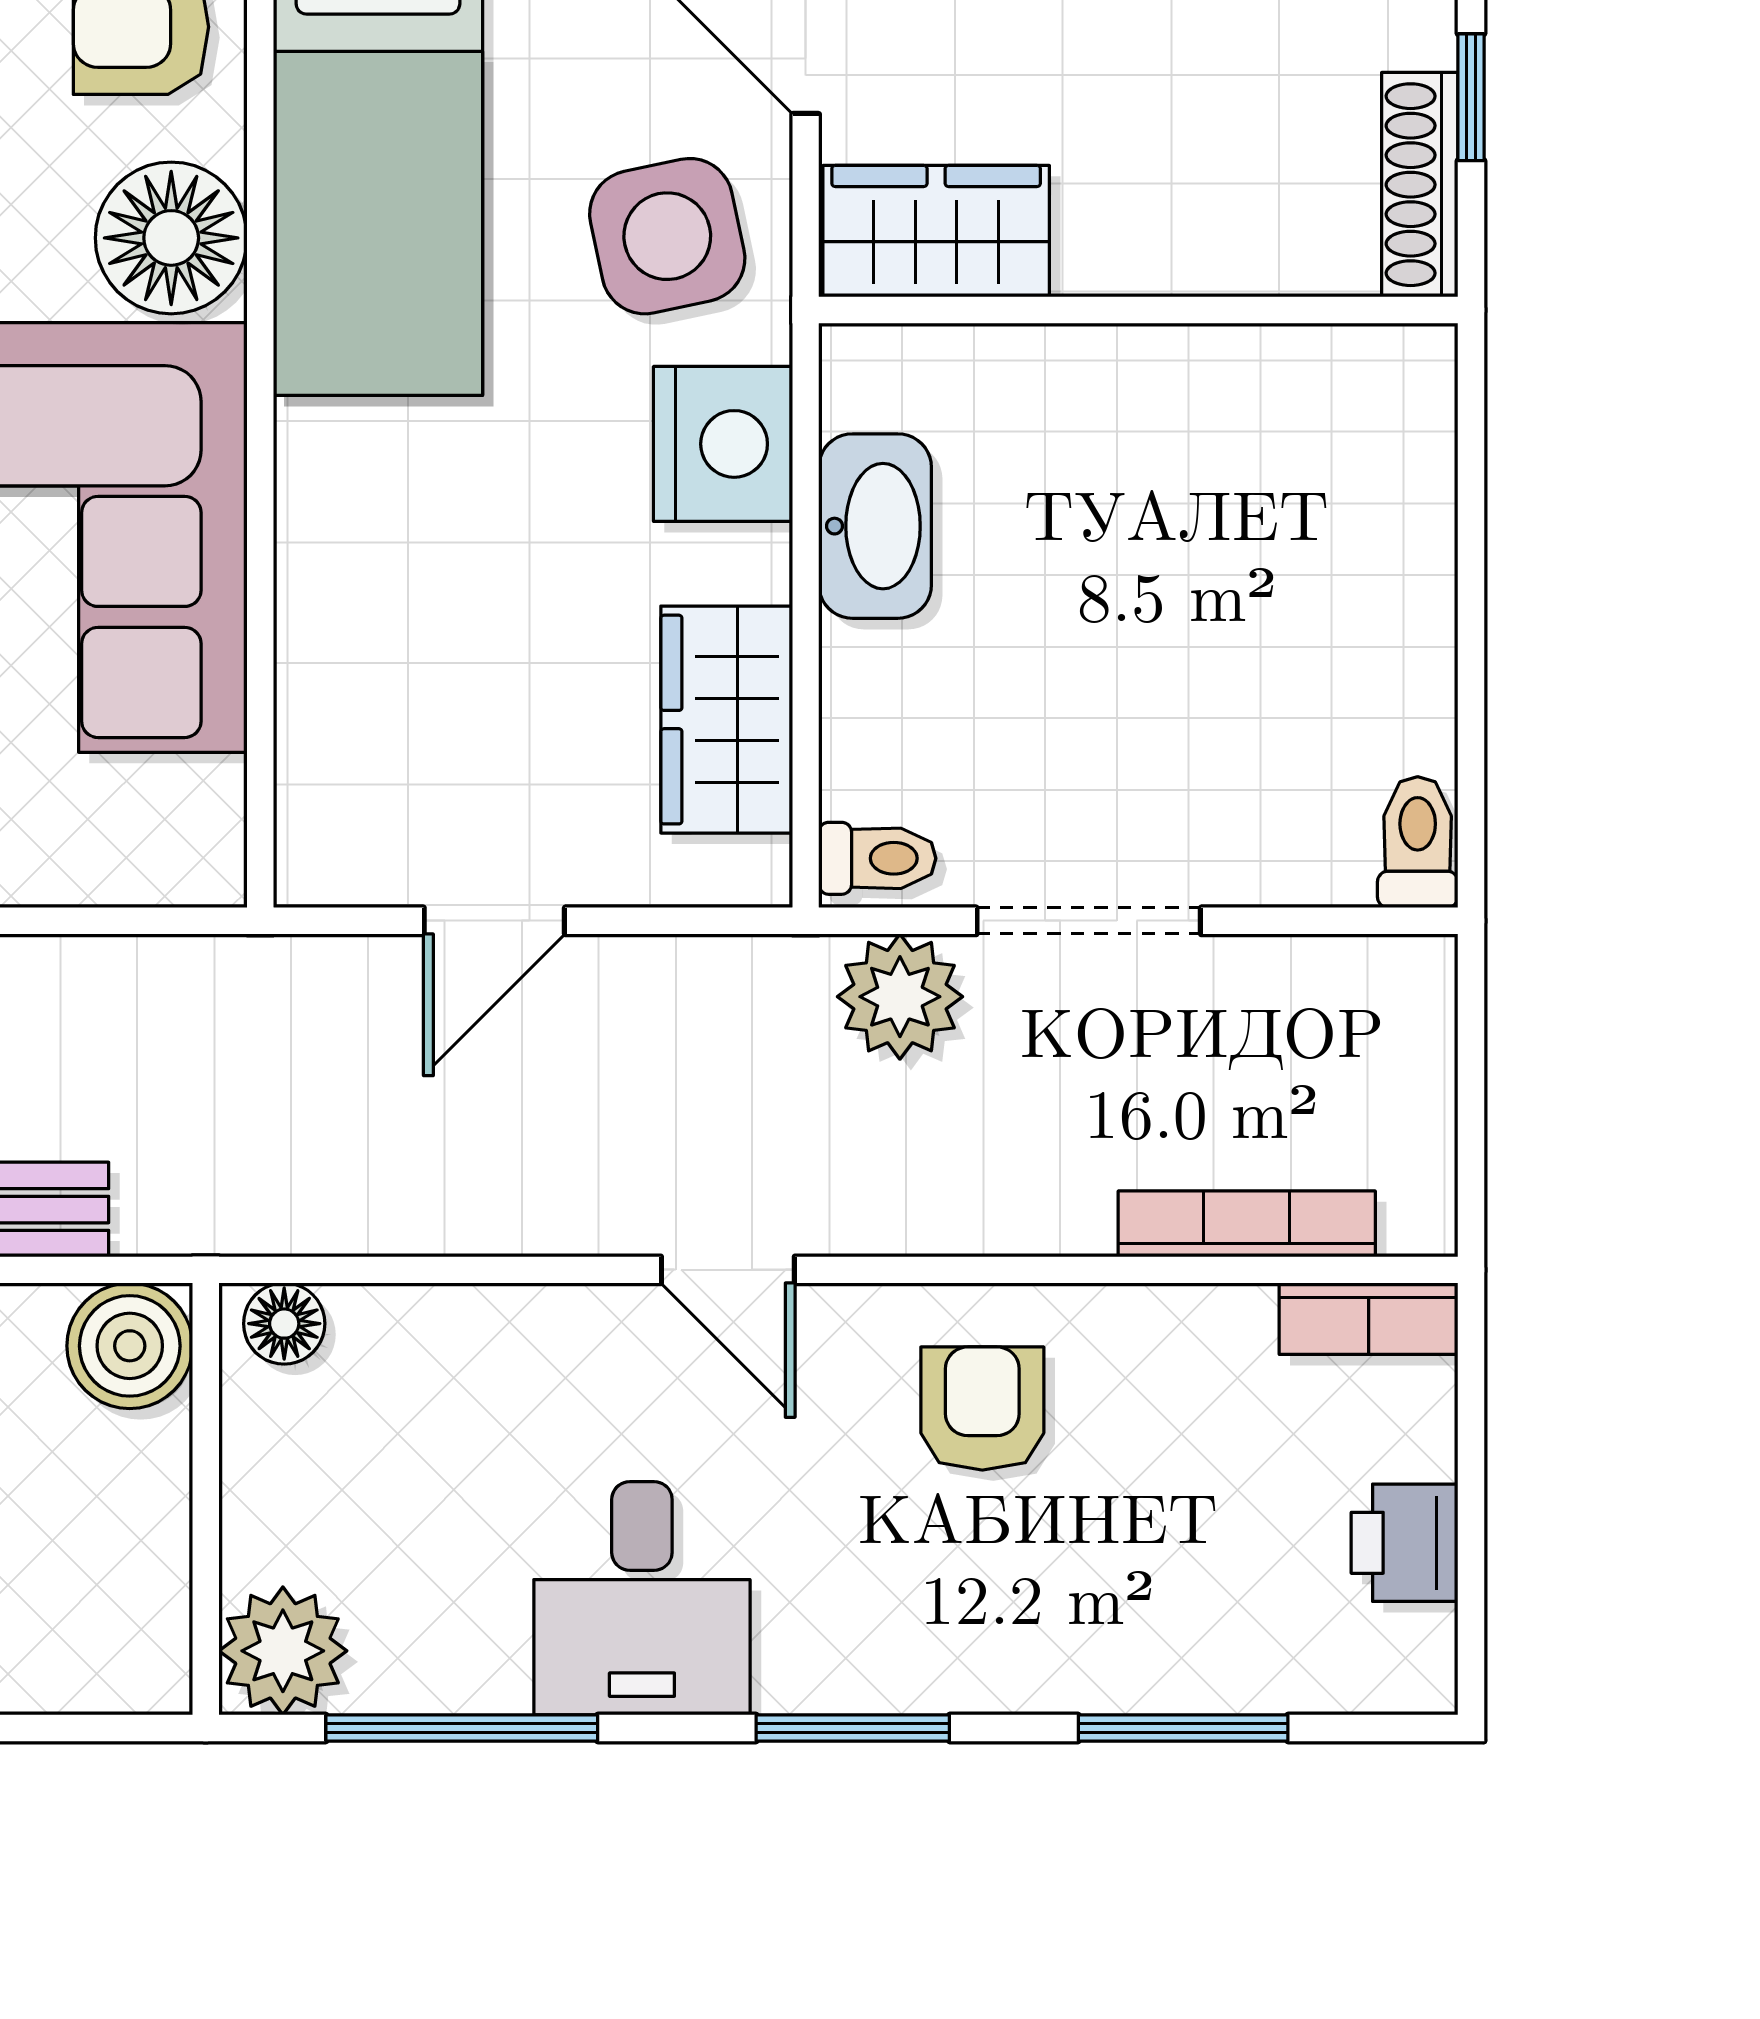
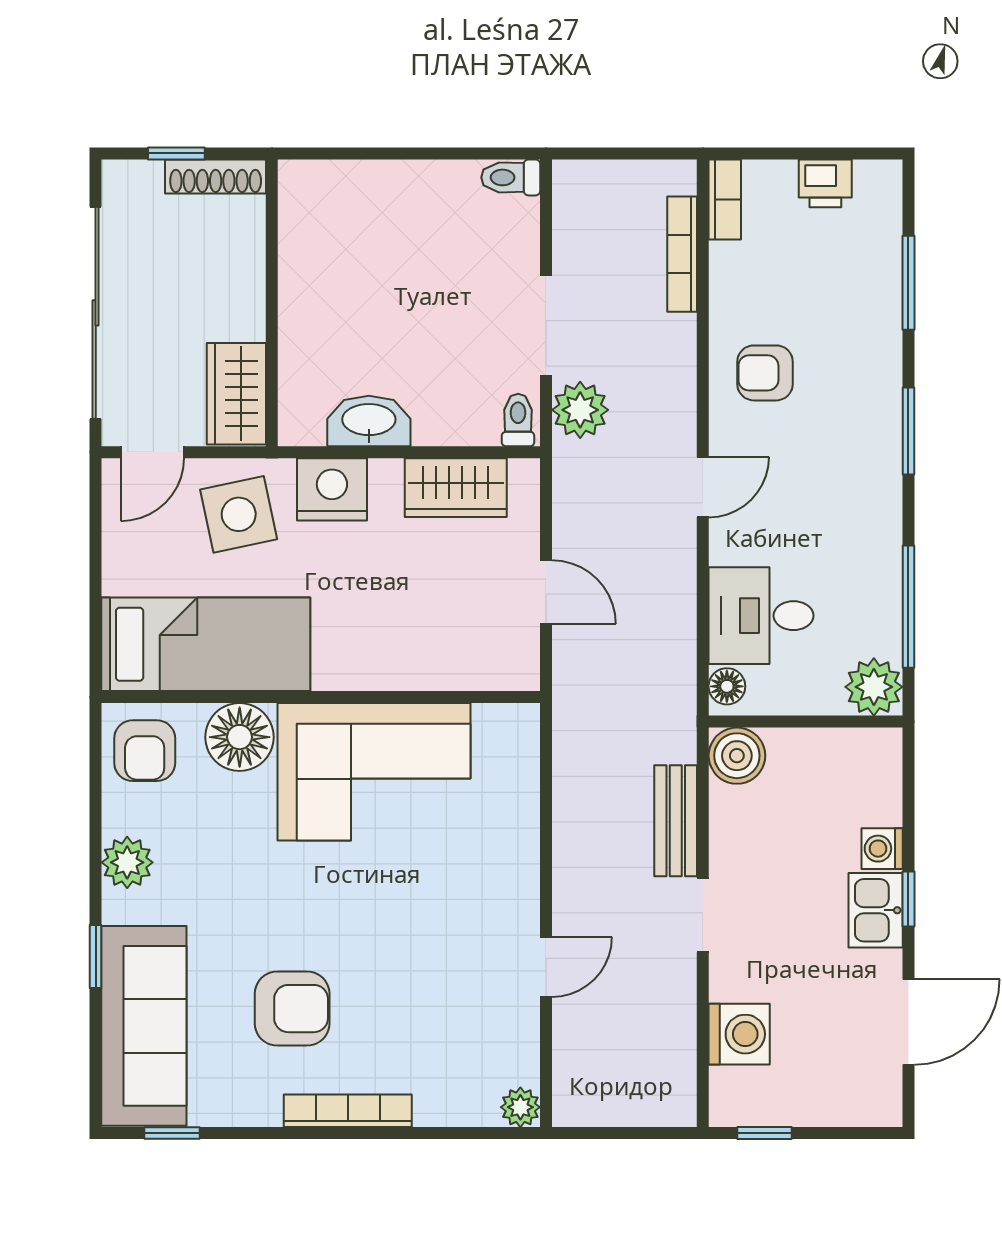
desk: (642, 1598) -> (761, 616), moved, turned 180

